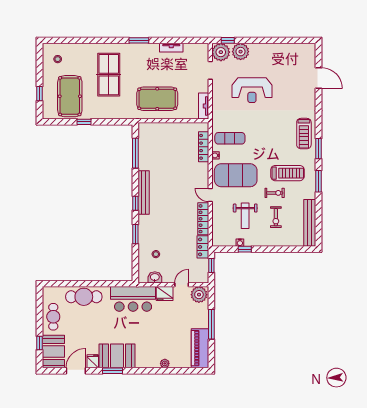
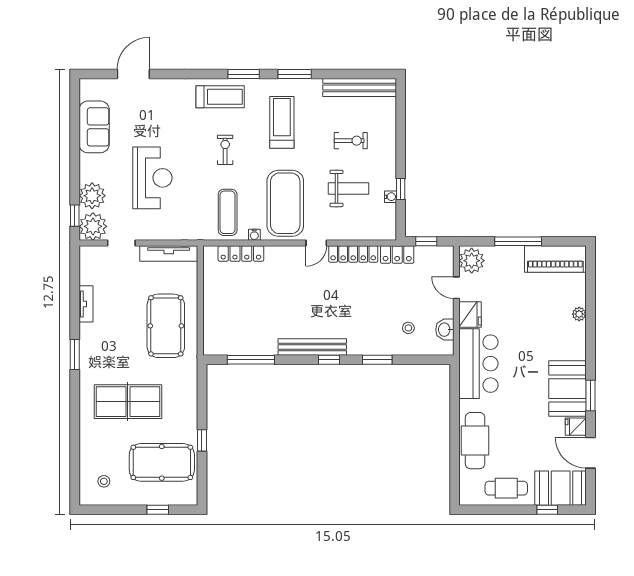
sofa: (285, 53) -> (94, 127), added
tv unit: (204, 106) -> (169, 253), width x1.41
exercise bike: (275, 193) -> (225, 150), moved

